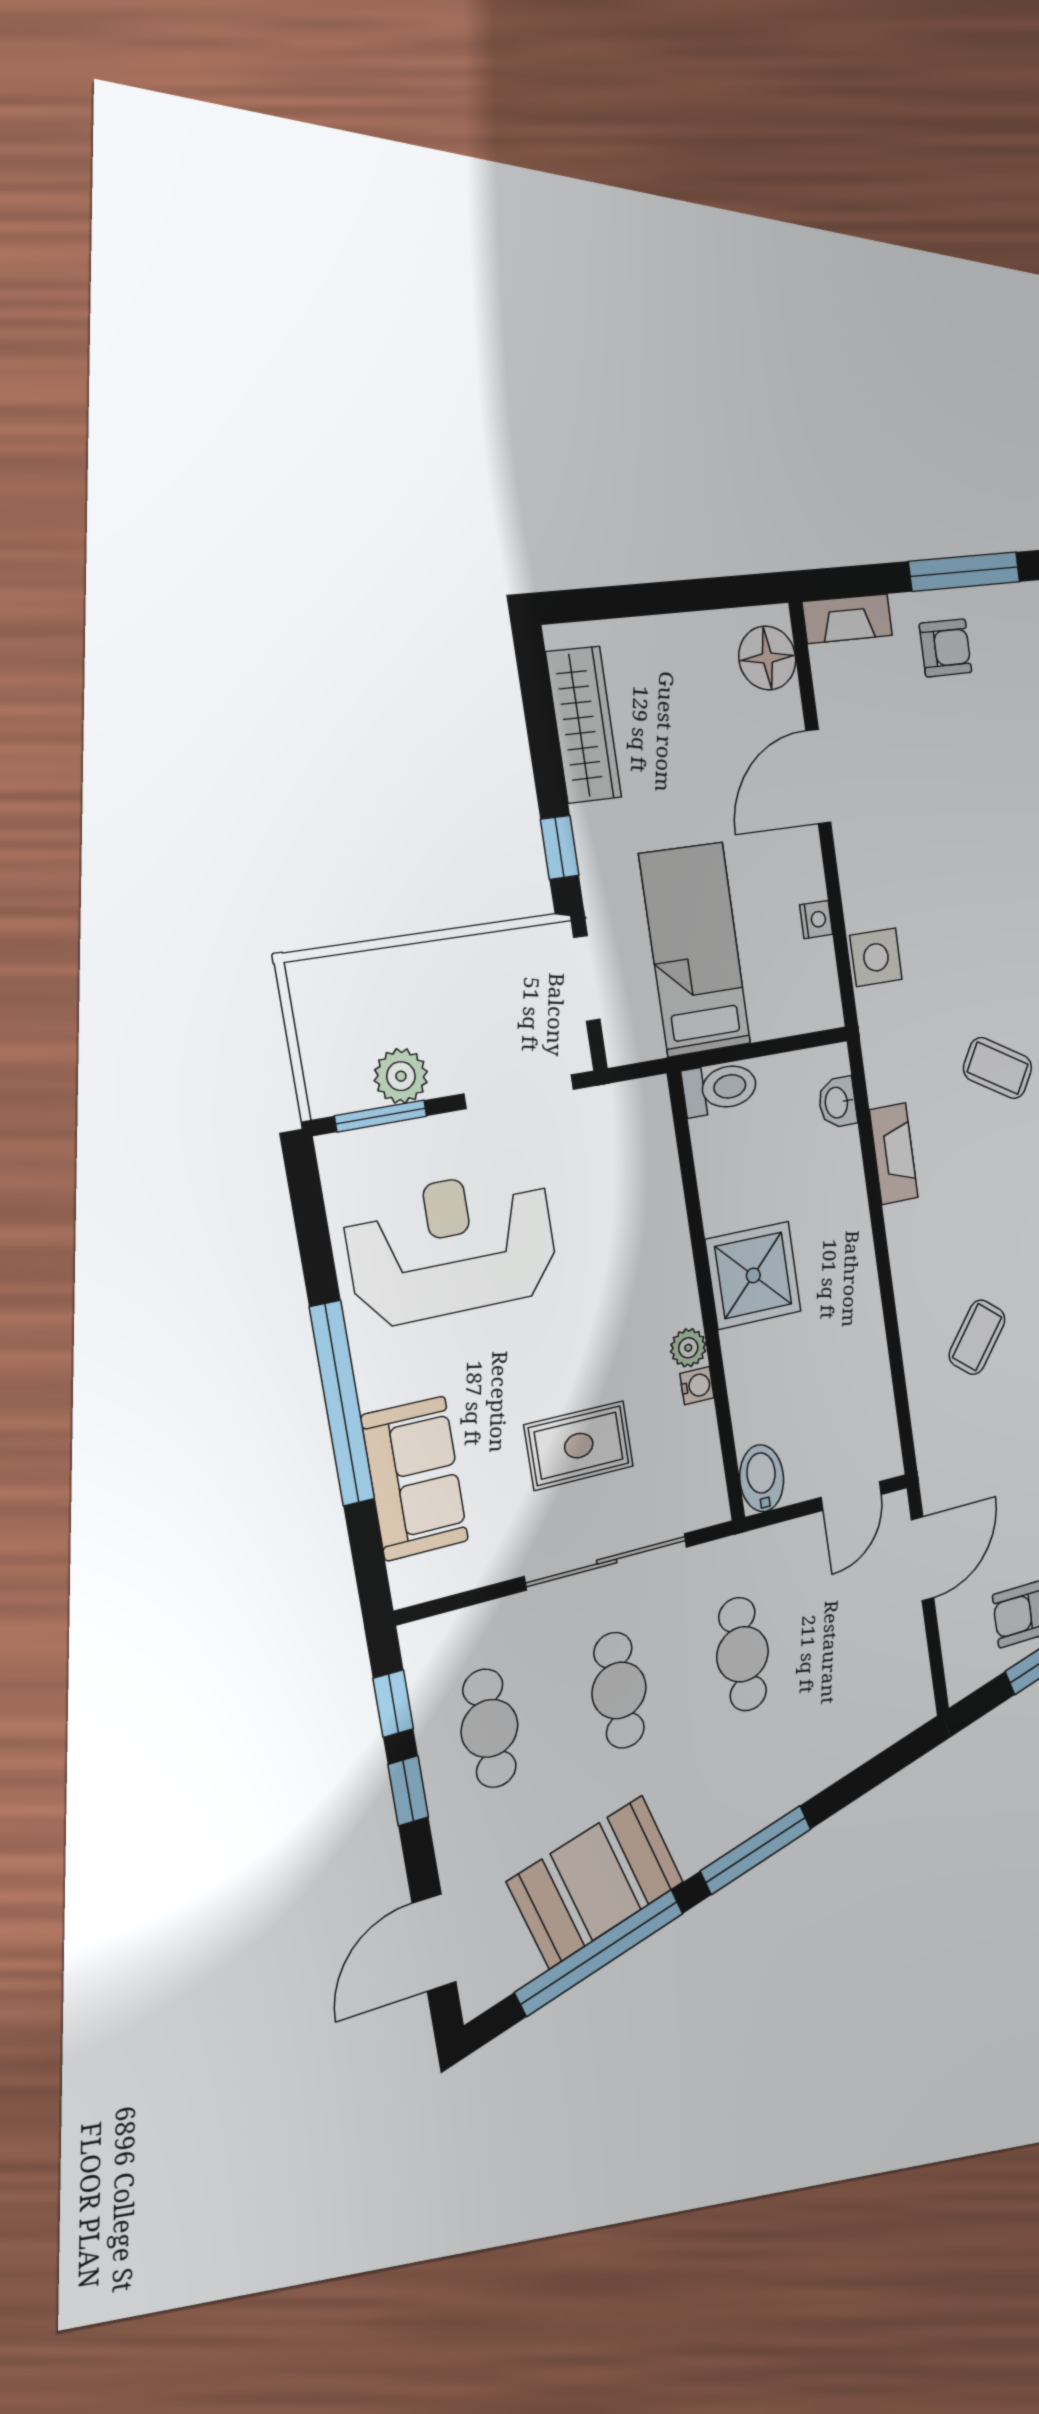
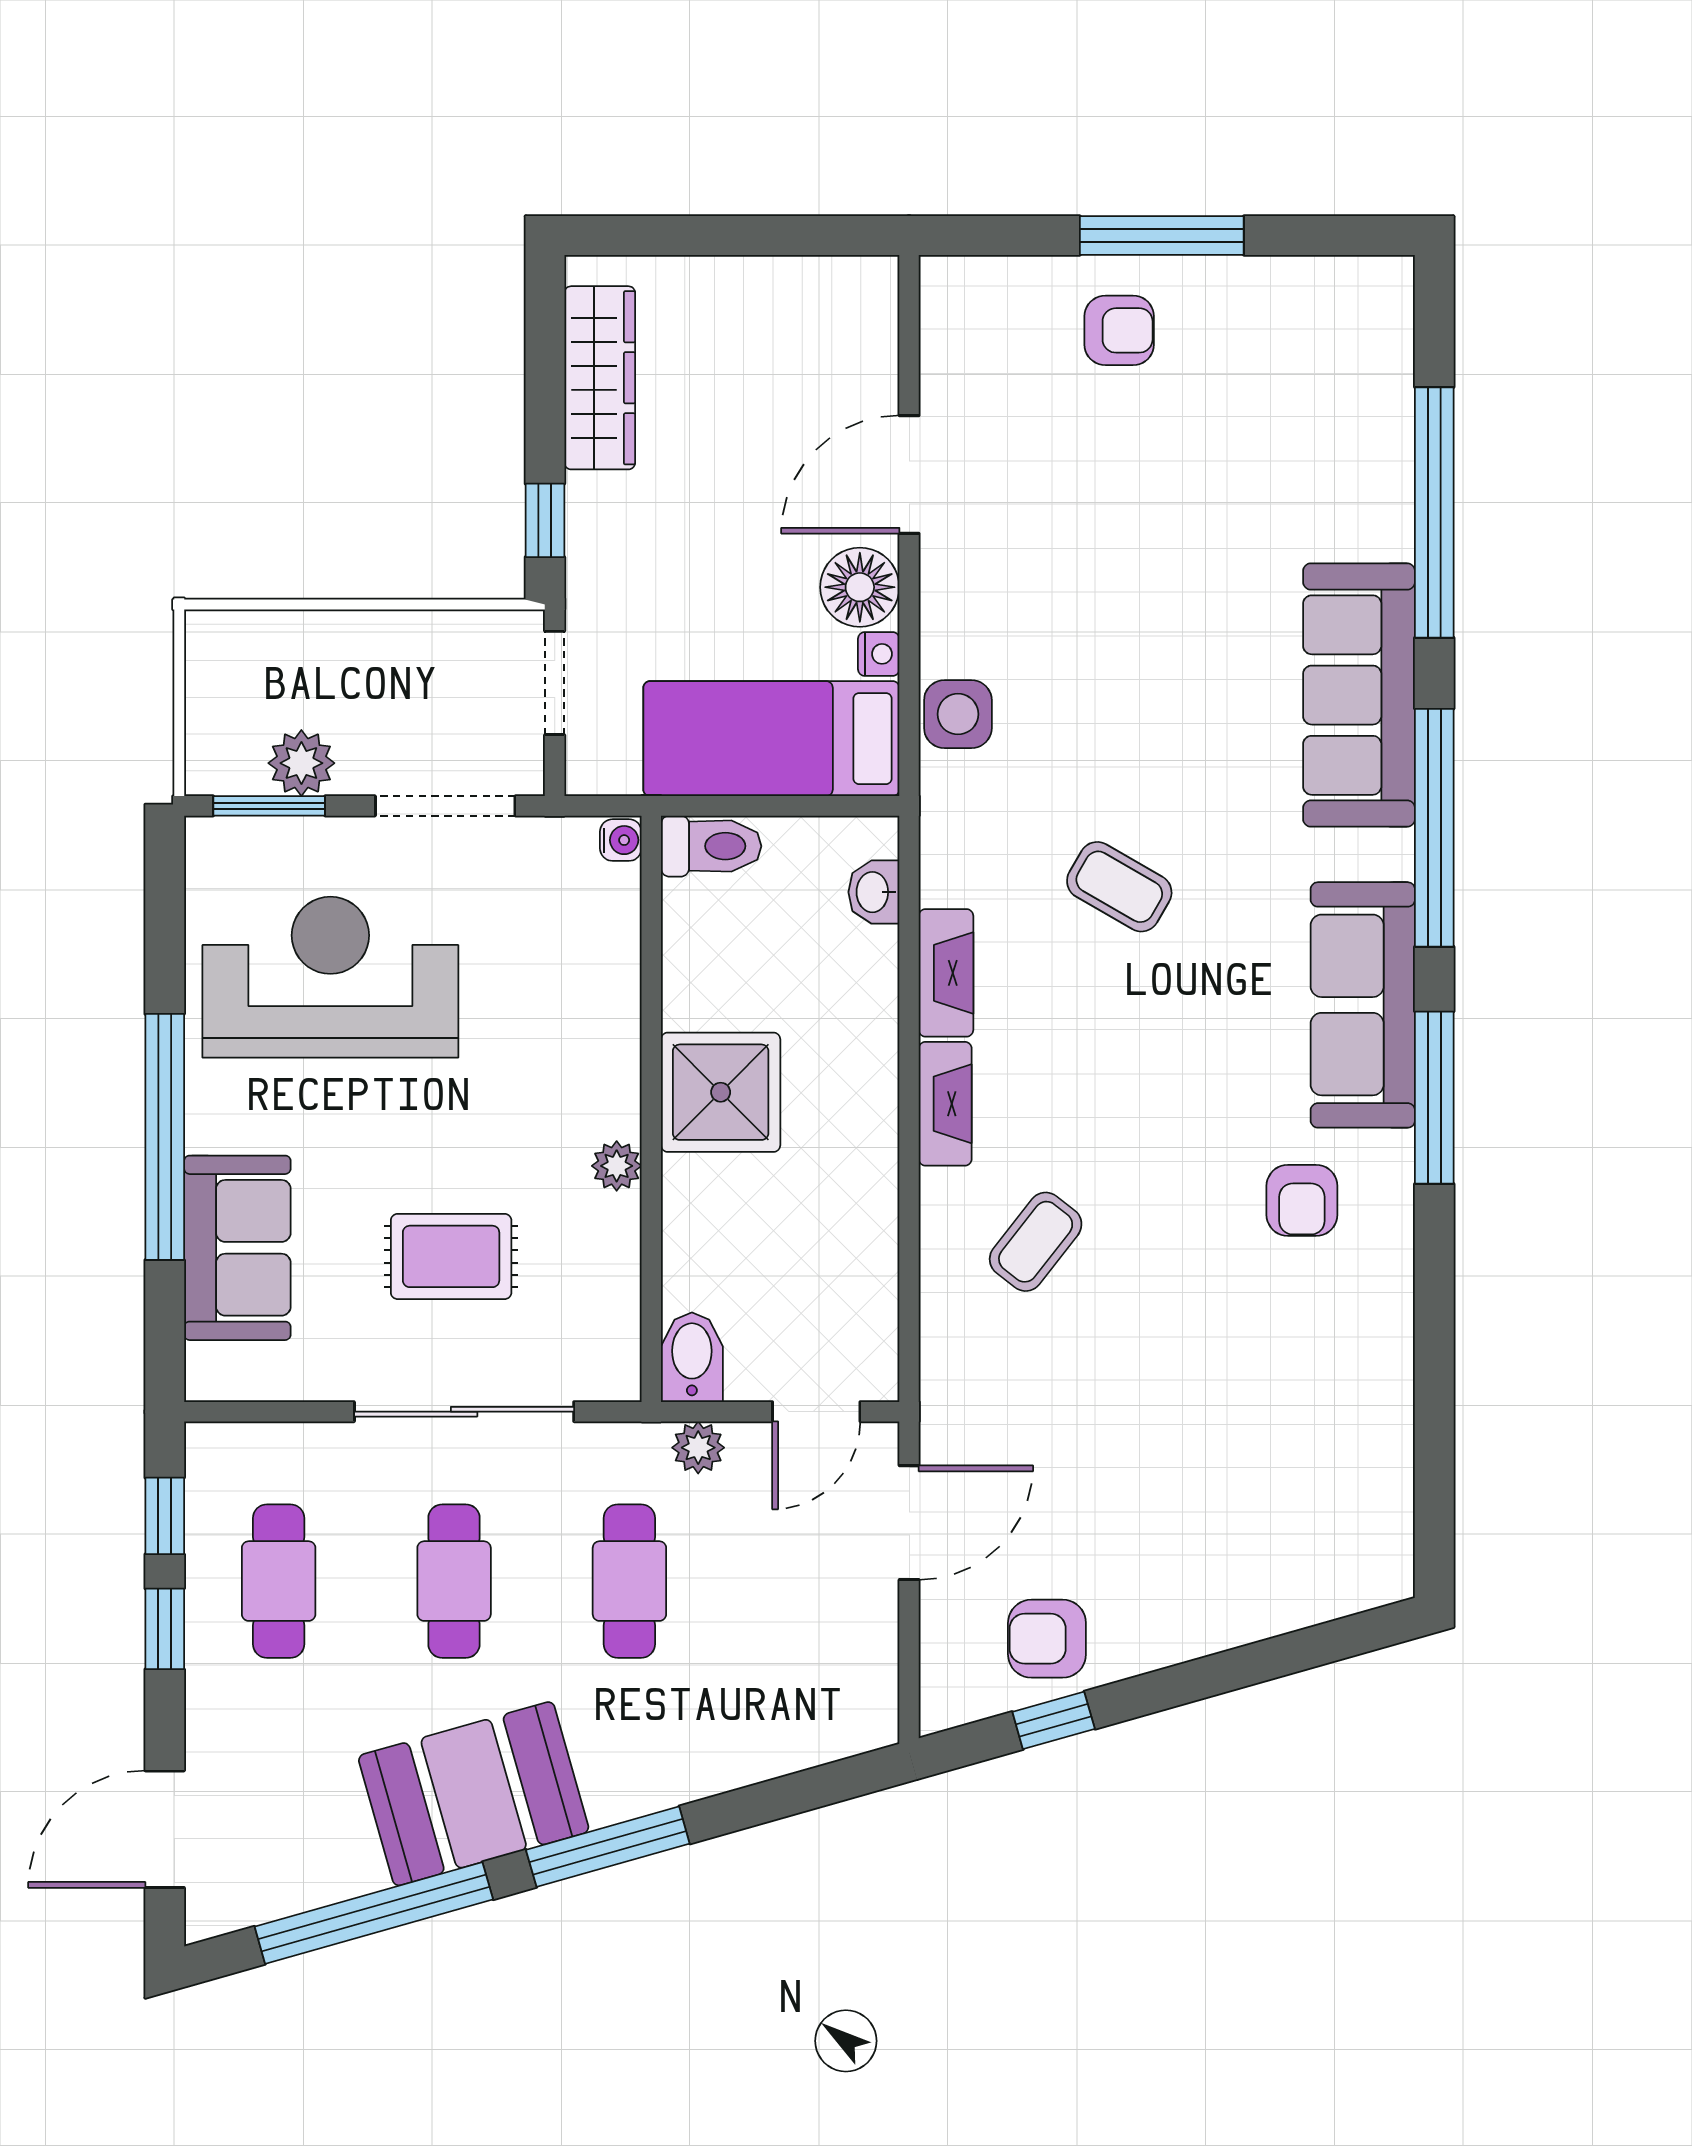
fireplace: (847, 619) -> (945, 1104), moved, turned -90
floor lamp: (767, 658) -> (860, 587), moved
bed: (695, 950) -> (771, 739), moved, turned -90
water cooler: (697, 1386) -> (621, 840), moved
plant: (776, 1543) -> (698, 1448), added
booth: (596, 1882) -> (474, 1794), moved

